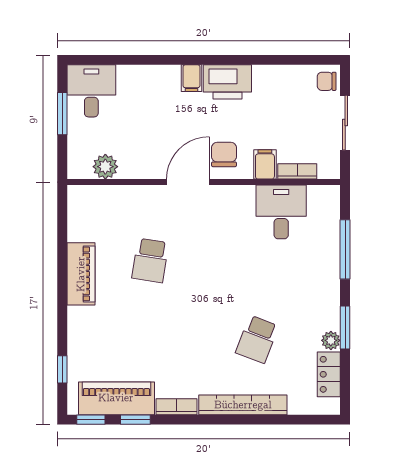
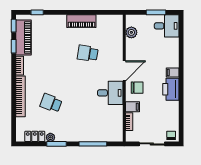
door: (188, 182) -> (124, 71), hinge flipped
desk: (281, 212) -> (110, 93), moved

